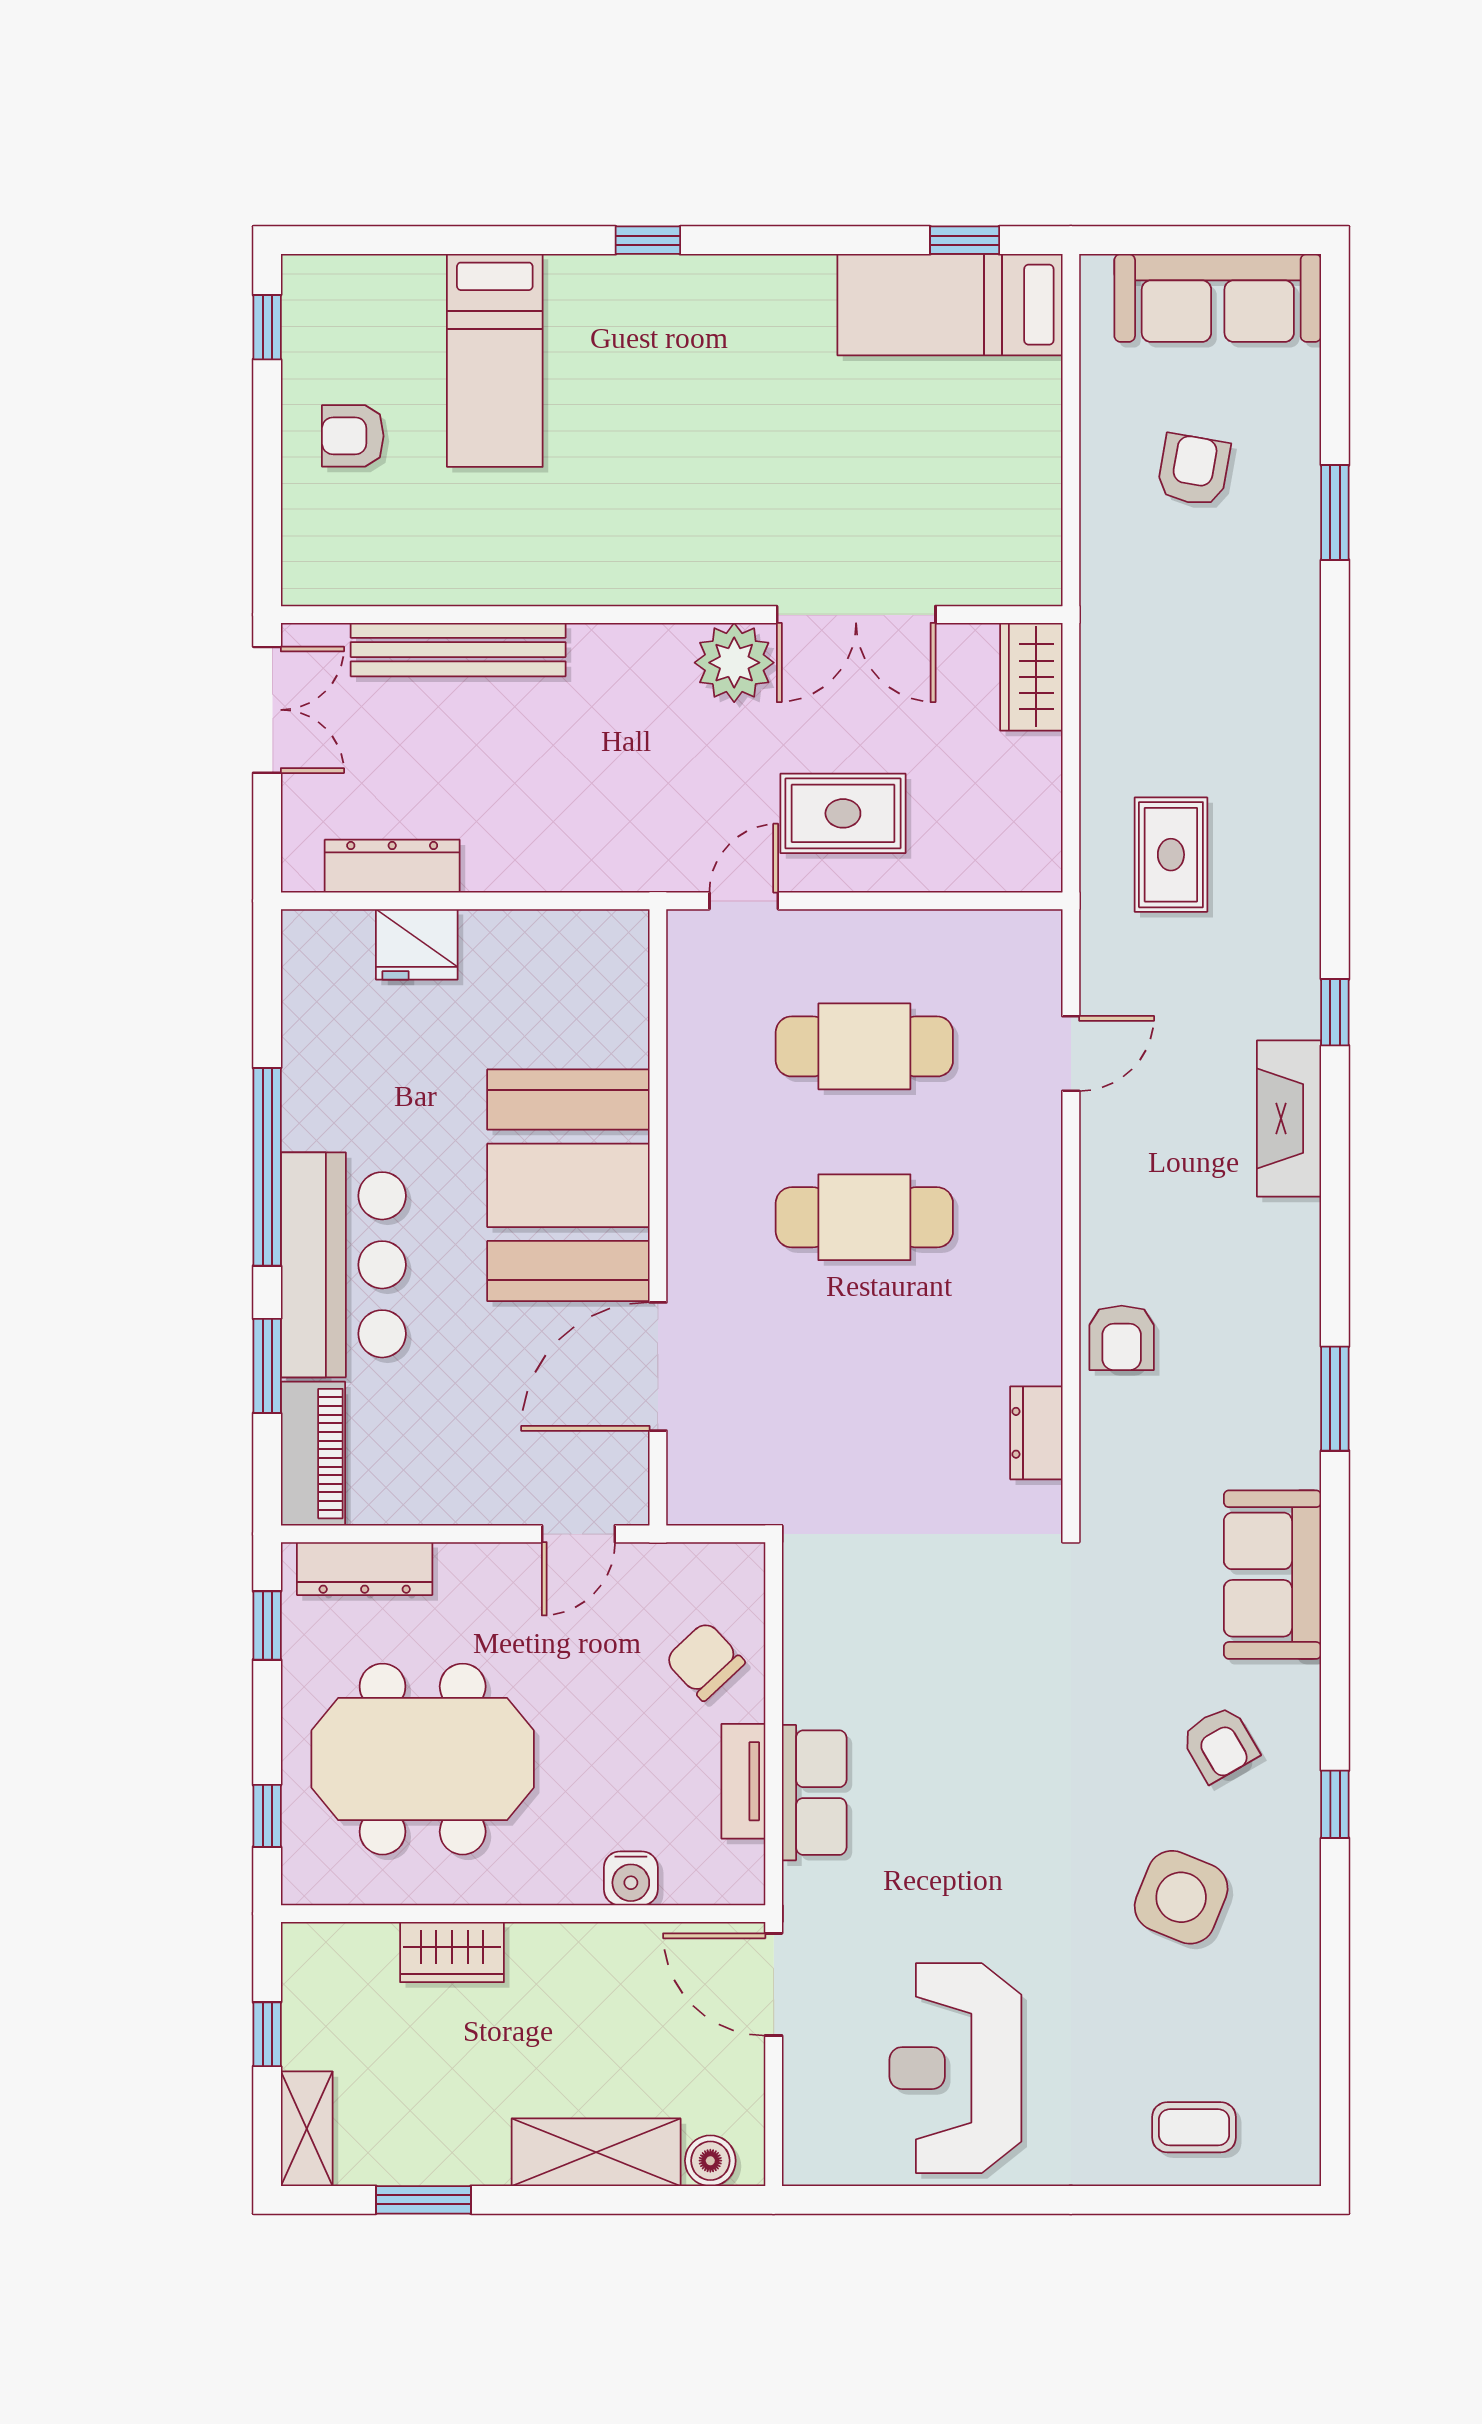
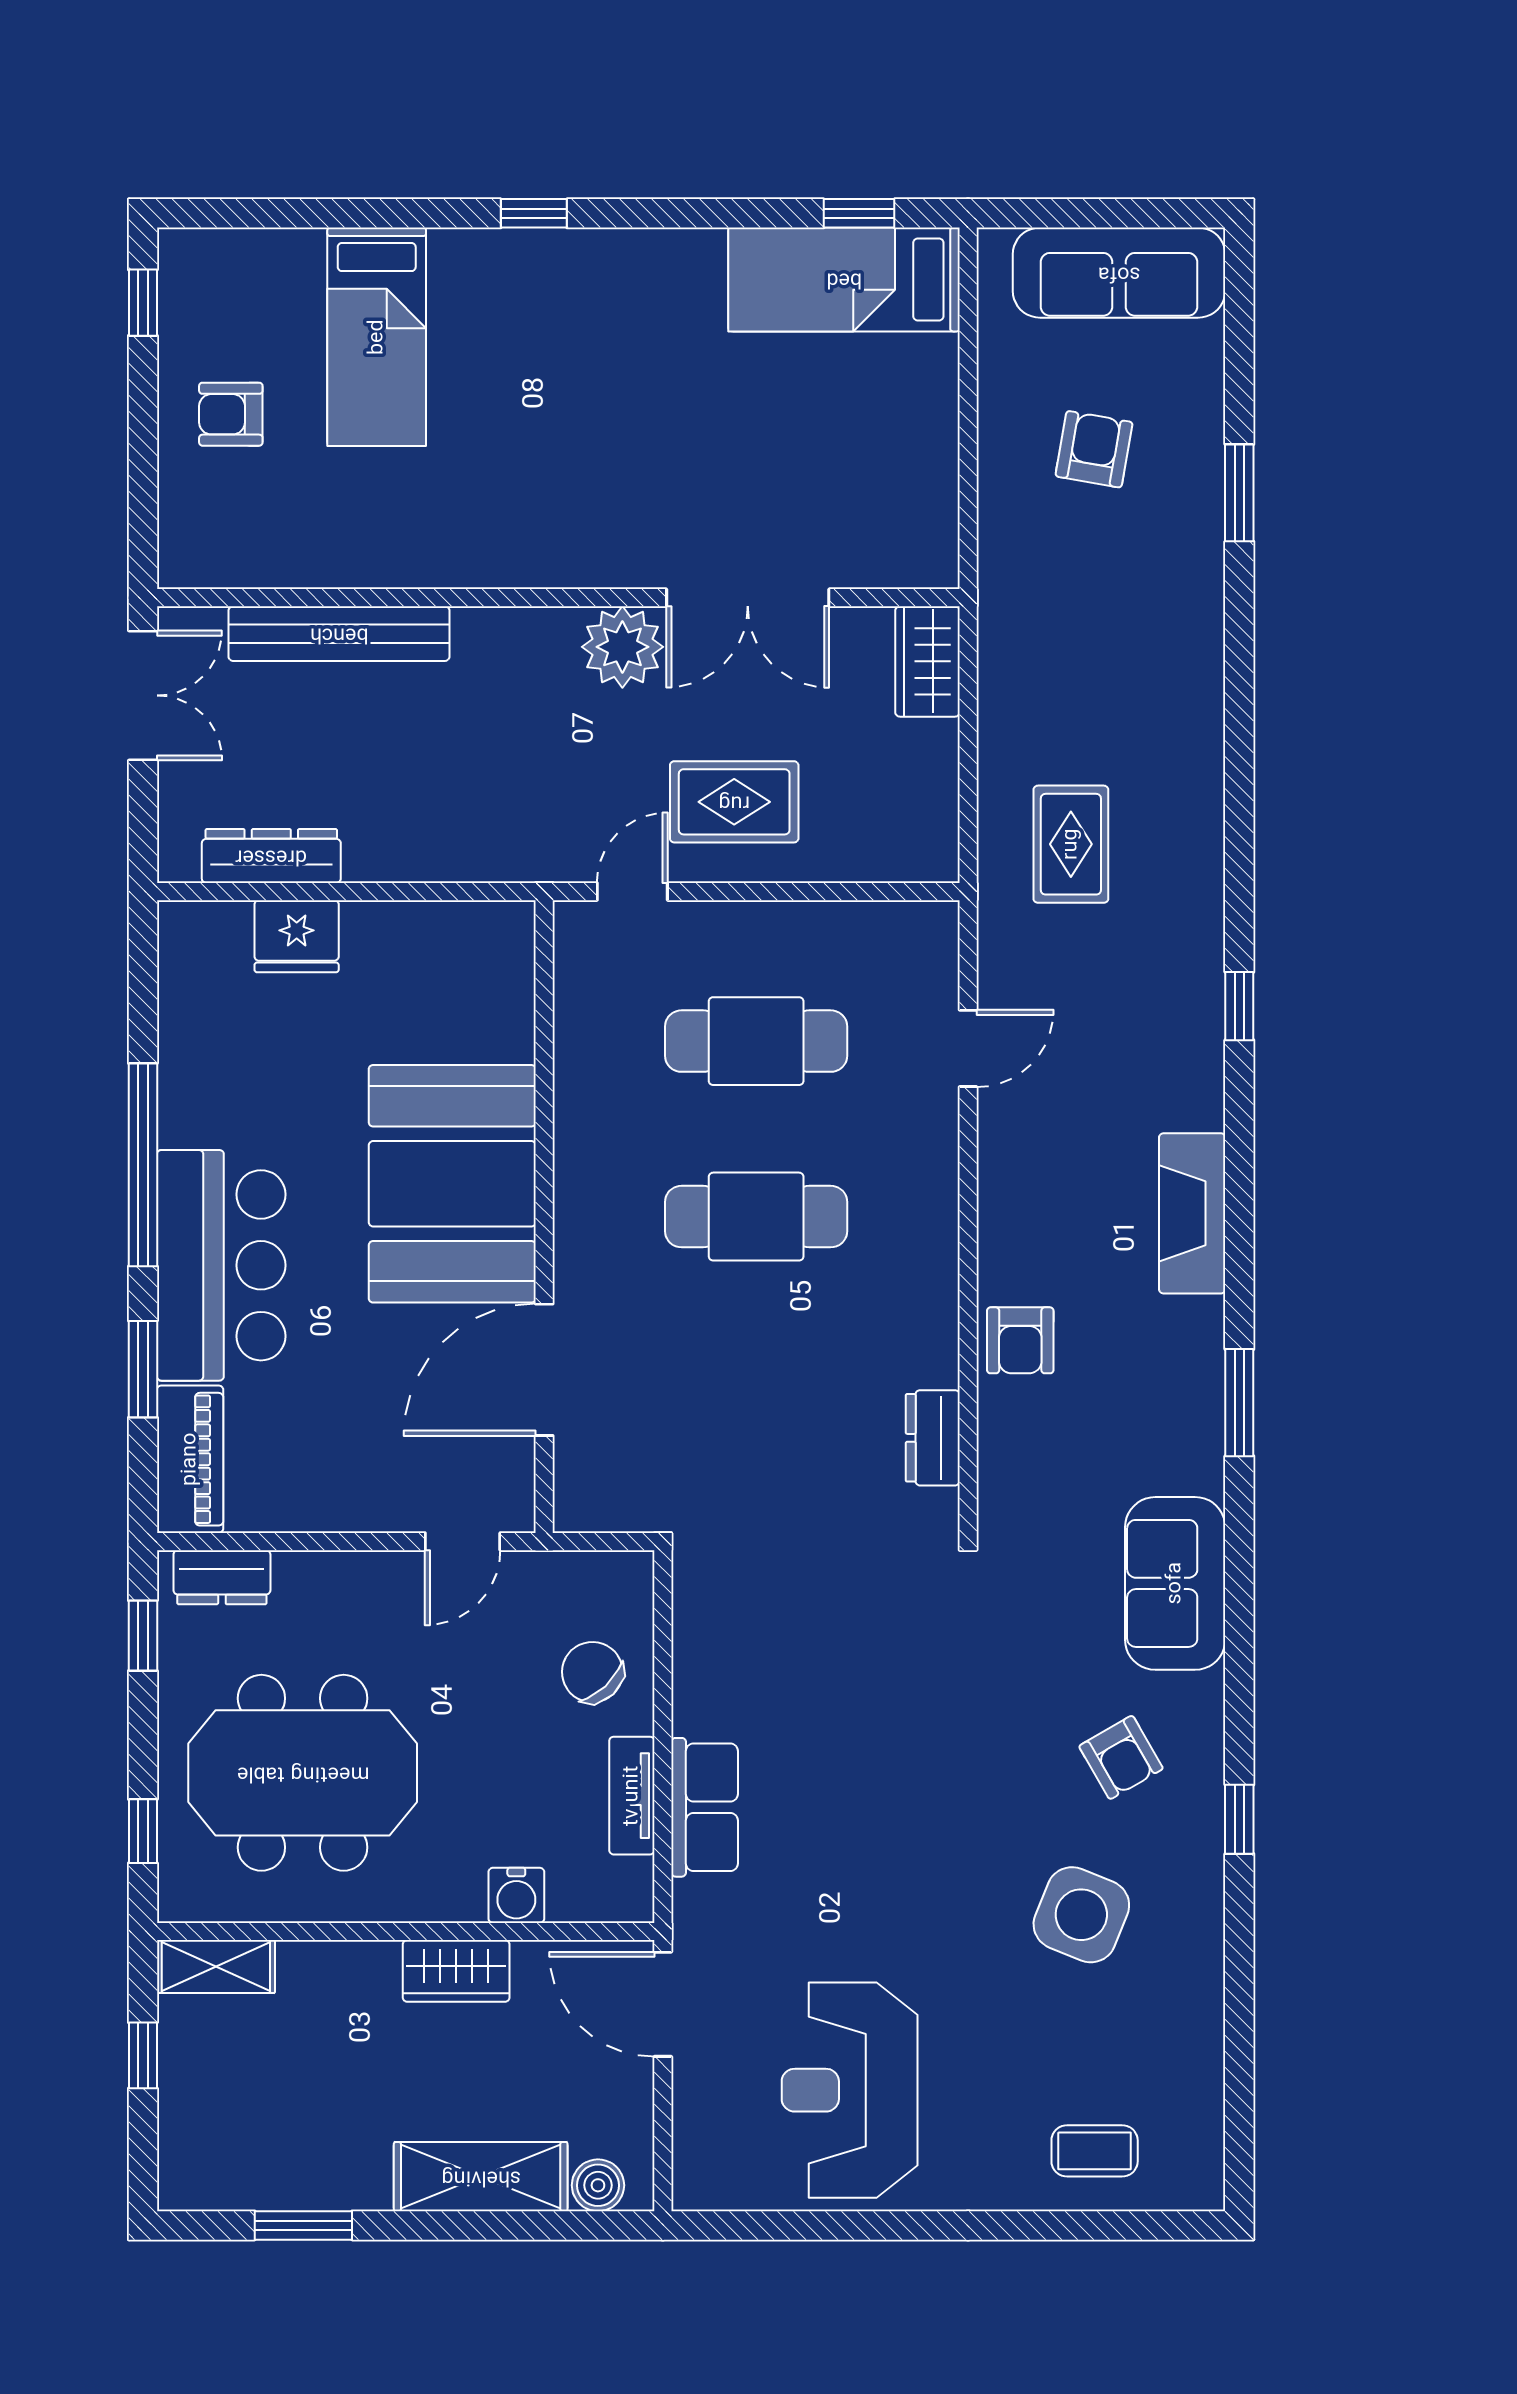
fireplace: (1289, 1118) -> (1192, 1213), moved
dresser: (365, 1569) -> (222, 1577), width x0.70
wardrobe: (452, 1952) -> (456, 1971), moved
shelving: (307, 2129) -> (216, 1967), moved, turned 90

